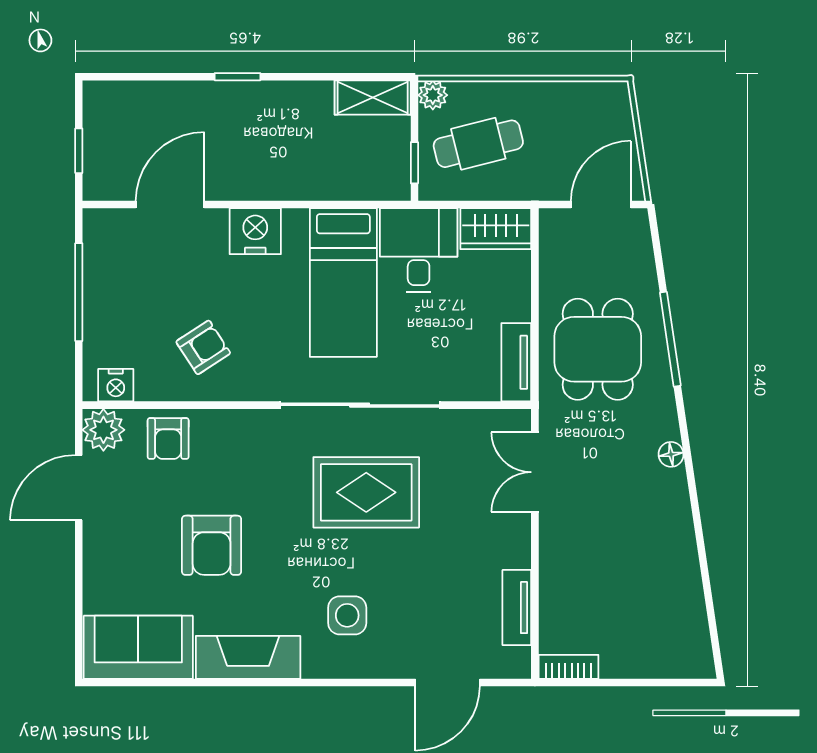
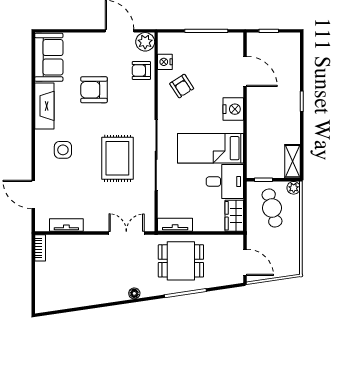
nightstand: (116, 385) -> (165, 62), moved

